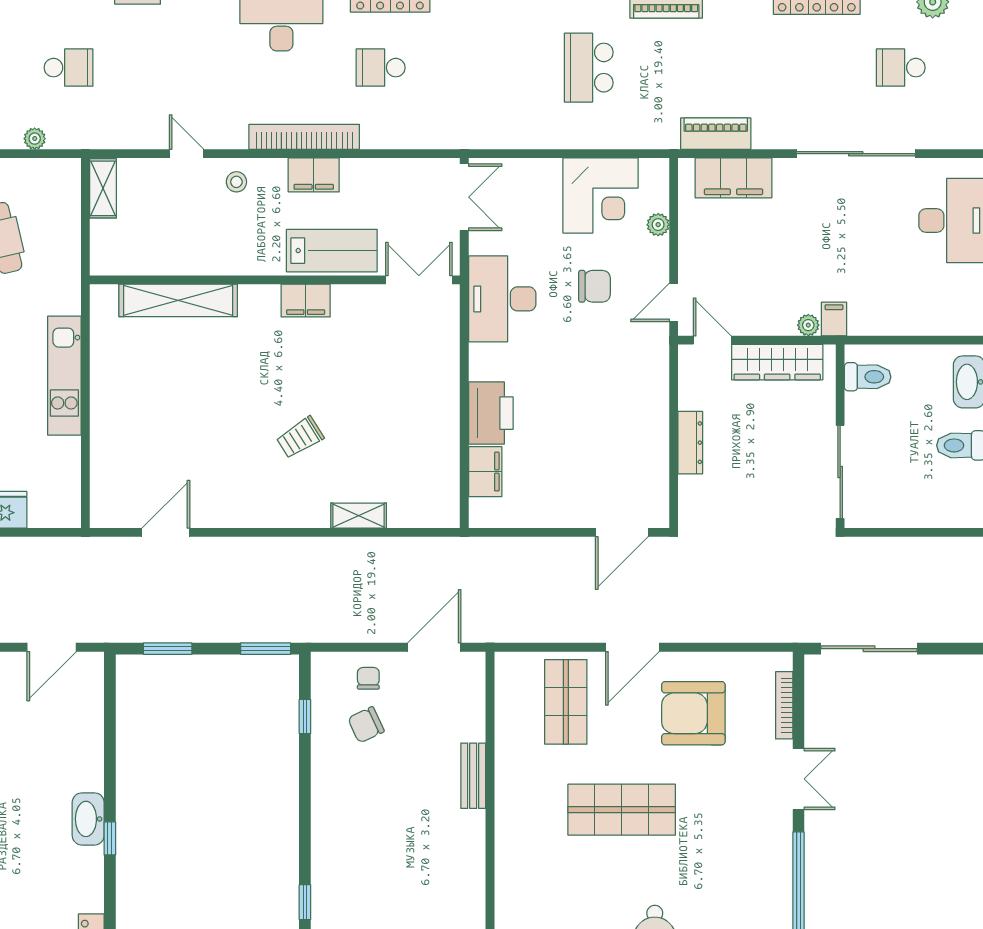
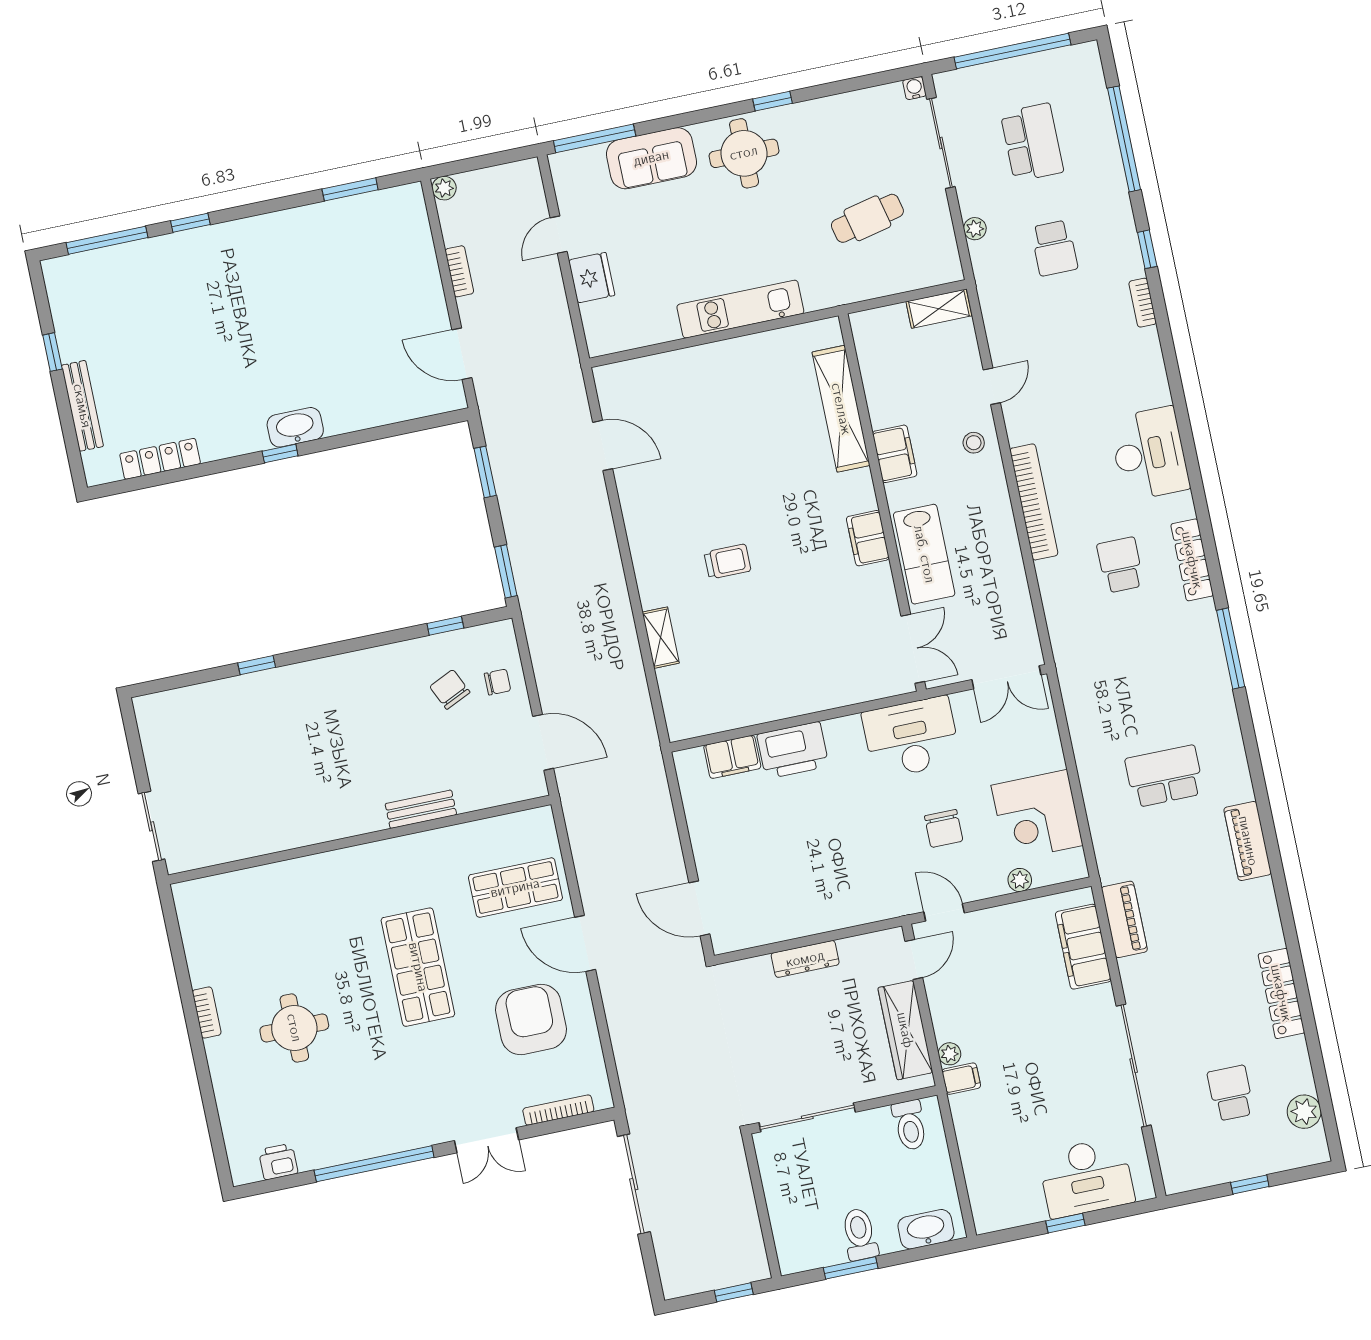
filing cabinet: (314, 175) -> (895, 454), moved, turned 180
trolley: (300, 438) -> (728, 562), turned 122

